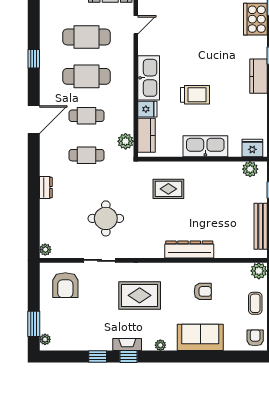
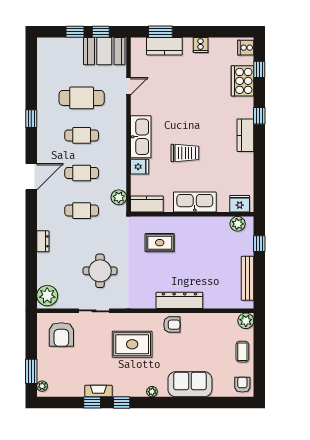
cafe table: (87, 76) -> (82, 135), width x0.73, depth x0.74
kitchen counter: (146, 135) -> (147, 204), moved, turned -90
plant: (45, 250) -> (47, 296), width x1.88, depth x1.88
armchair: (203, 291) -> (172, 325), moved
fireplace: (127, 345) -> (98, 391), moved

